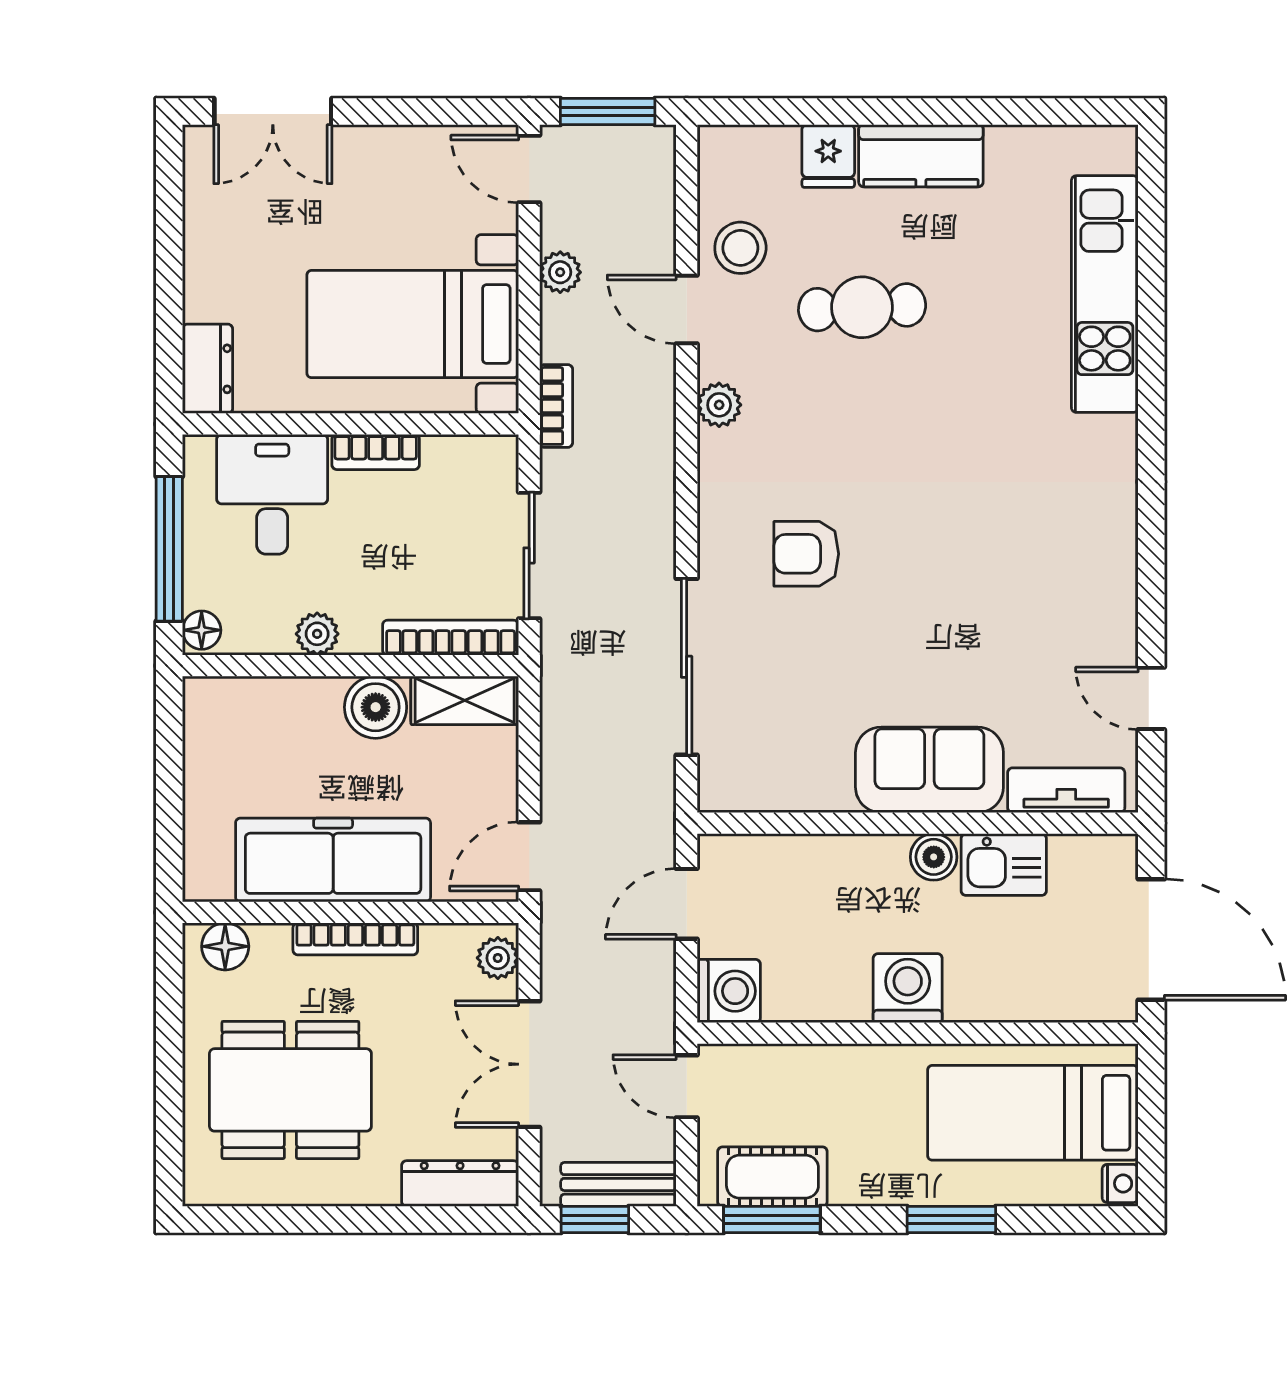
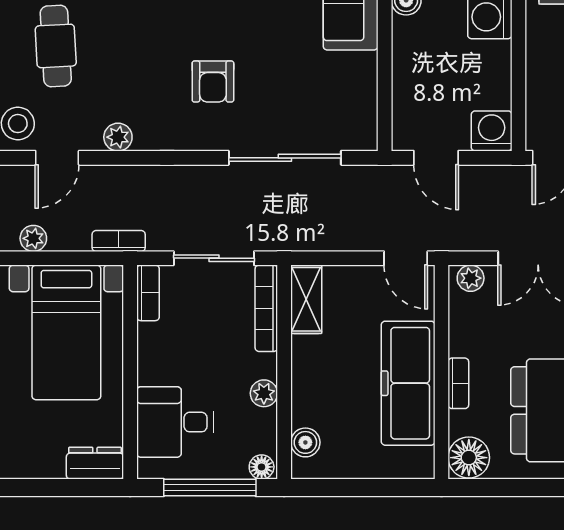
bookcase: (376, 452) -> (148, 293), moved
boiler: (376, 707) -> (305, 442), moved, width x0.73, depth x0.73
bookcase: (355, 939) -> (458, 383), width x0.64
floor lamp: (225, 946) -> (469, 458), width x1.38, depth x1.38

